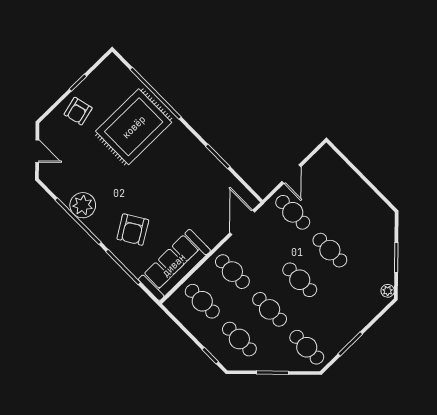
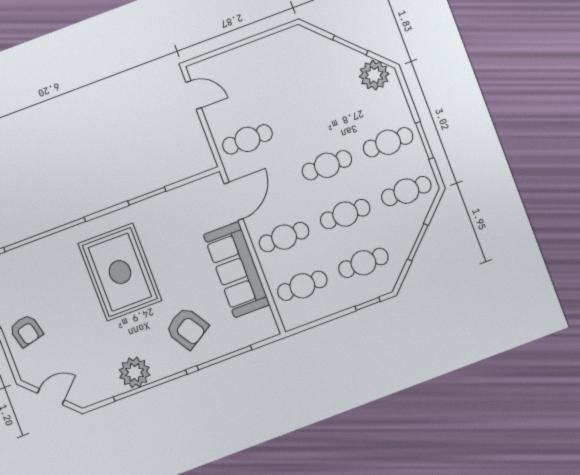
rug: (134, 127) -> (120, 272), moved
door: (291, 174) -> (194, 95), moved
door: (242, 222) -> (234, 201), swing flipped
cafe table: (330, 250) -> (388, 142), moved
sofa: (174, 265) -> (237, 270), moved
plant: (388, 291) -> (374, 75), width x1.87, depth x1.87

